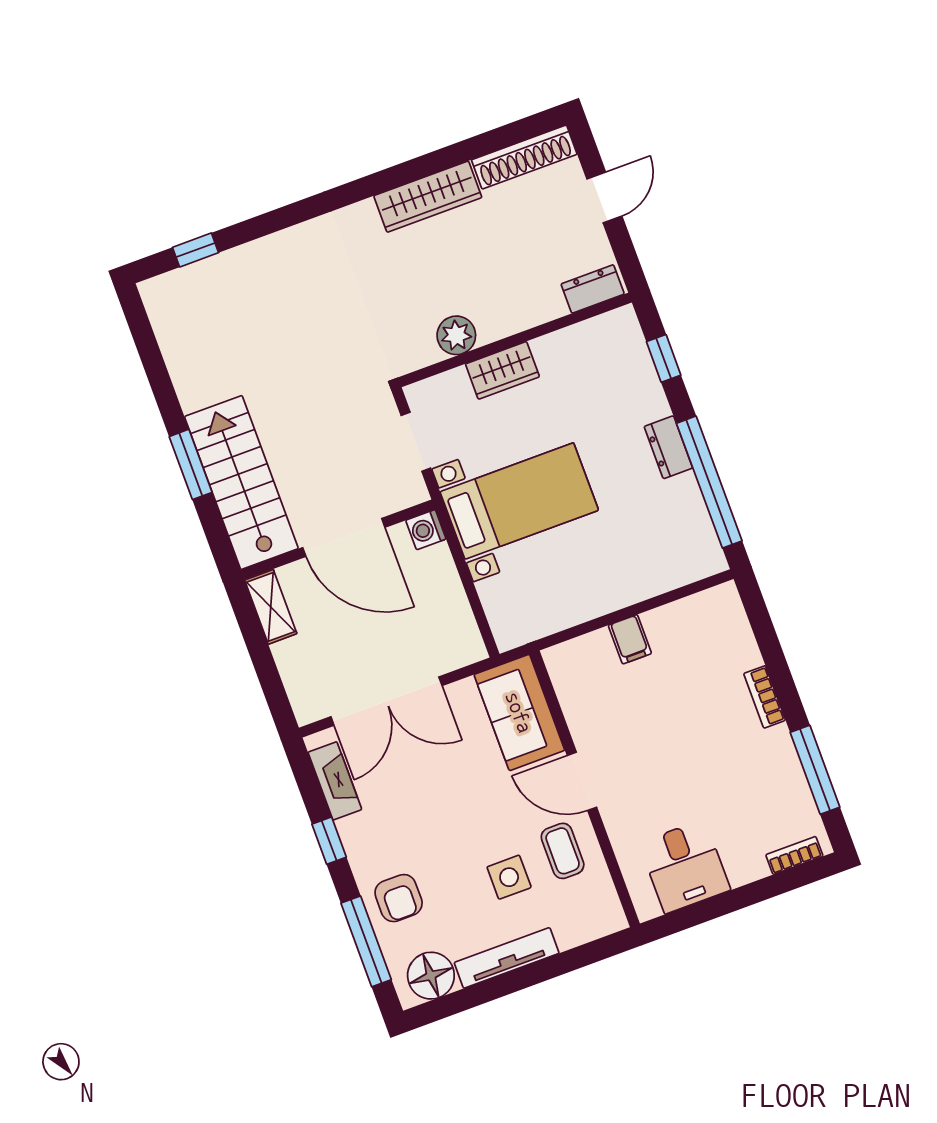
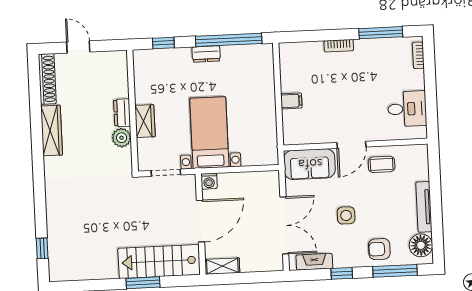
dresser: (593, 289) -> (122, 113), moved
side table: (509, 877) -> (346, 215), moved
armchair: (399, 898) -> (379, 249), turned 180

